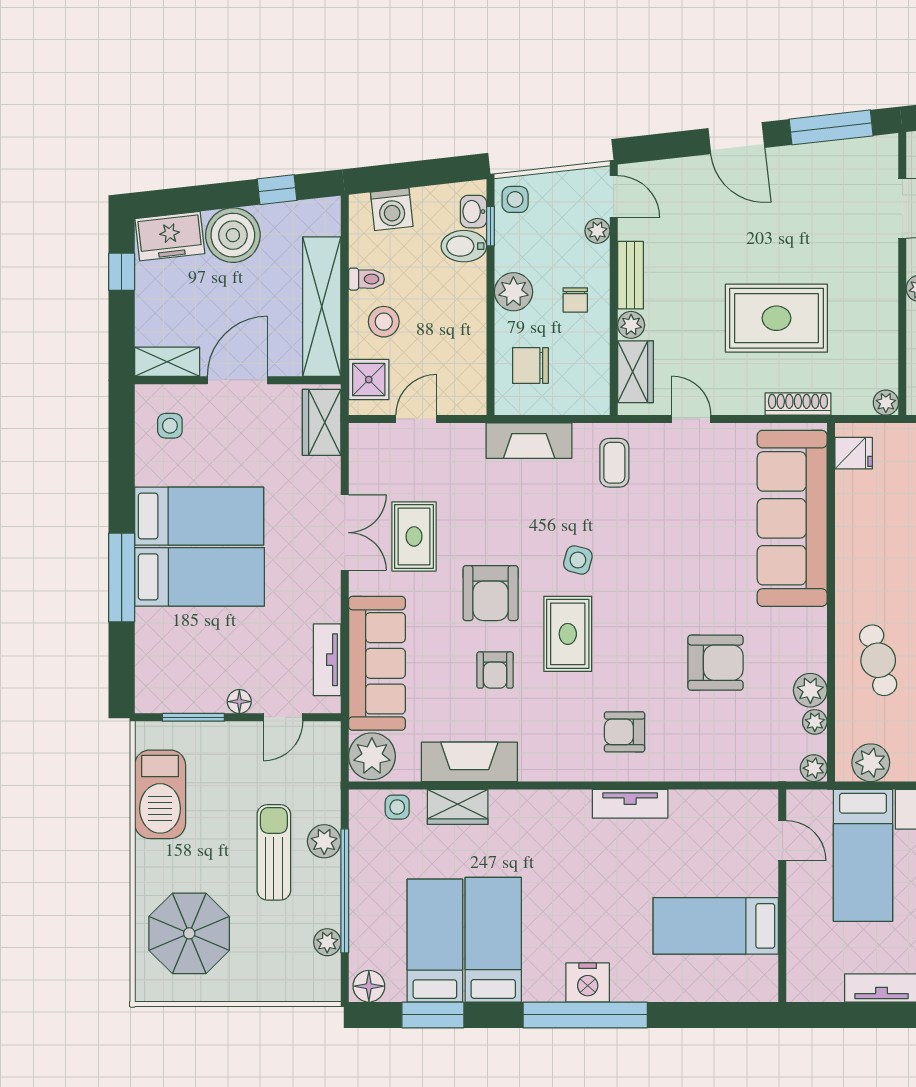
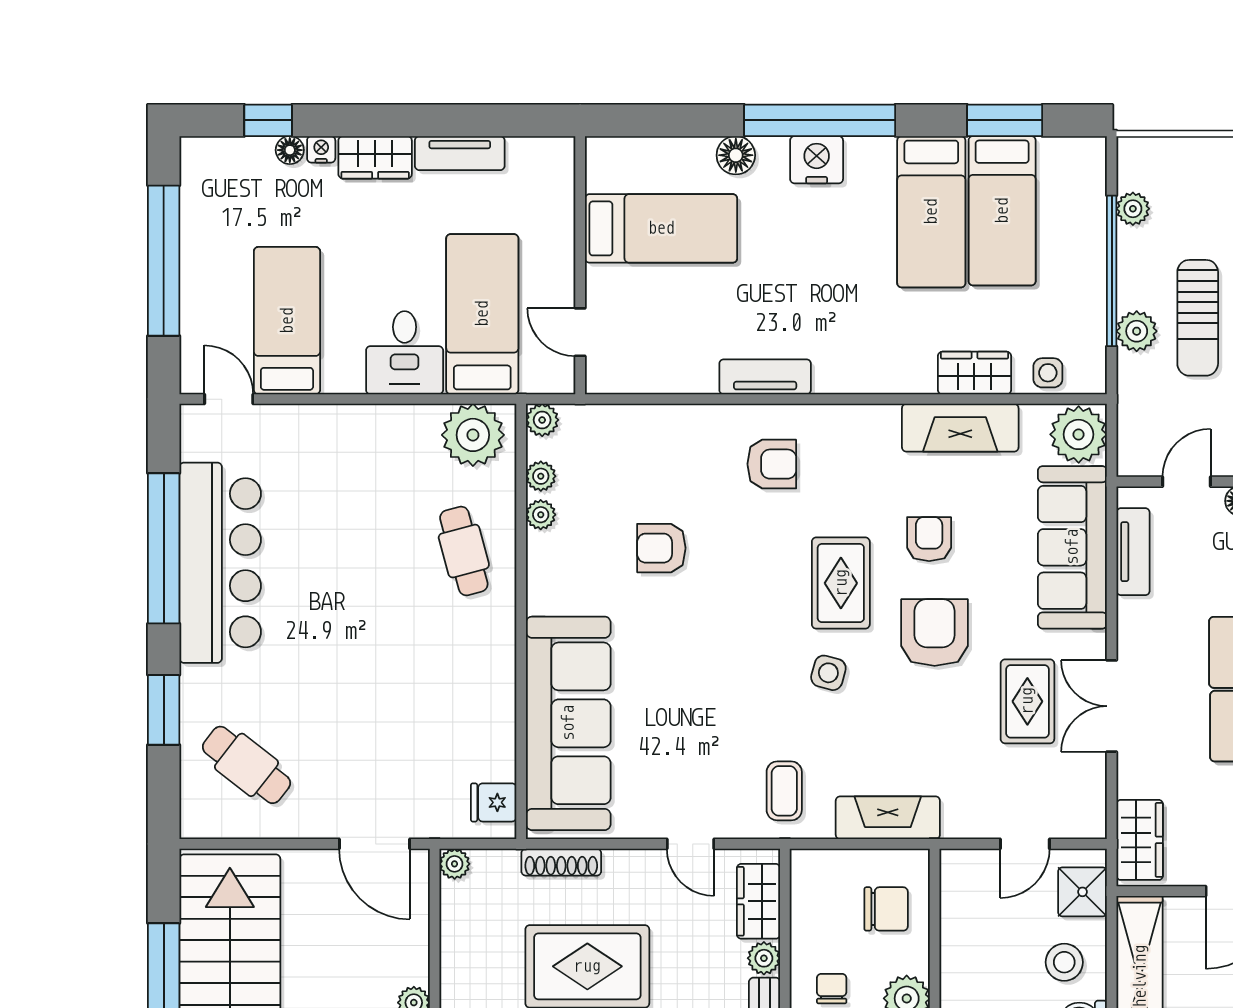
armchair: (716, 663) -> (661, 548), width x0.72, depth x0.72
plant: (810, 690) -> (541, 515), width x0.73, depth x0.73
plant: (871, 763) -> (473, 435), width x1.36, depth x1.36
floor lamp: (369, 986) -> (736, 155), moved

